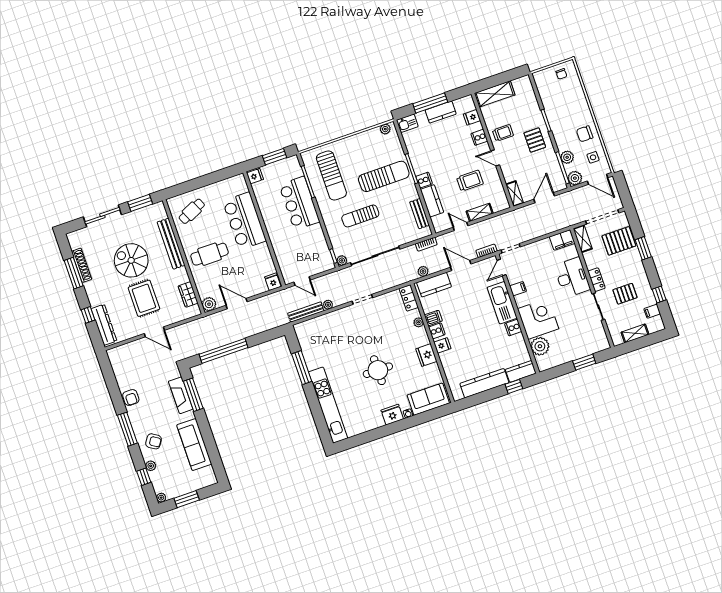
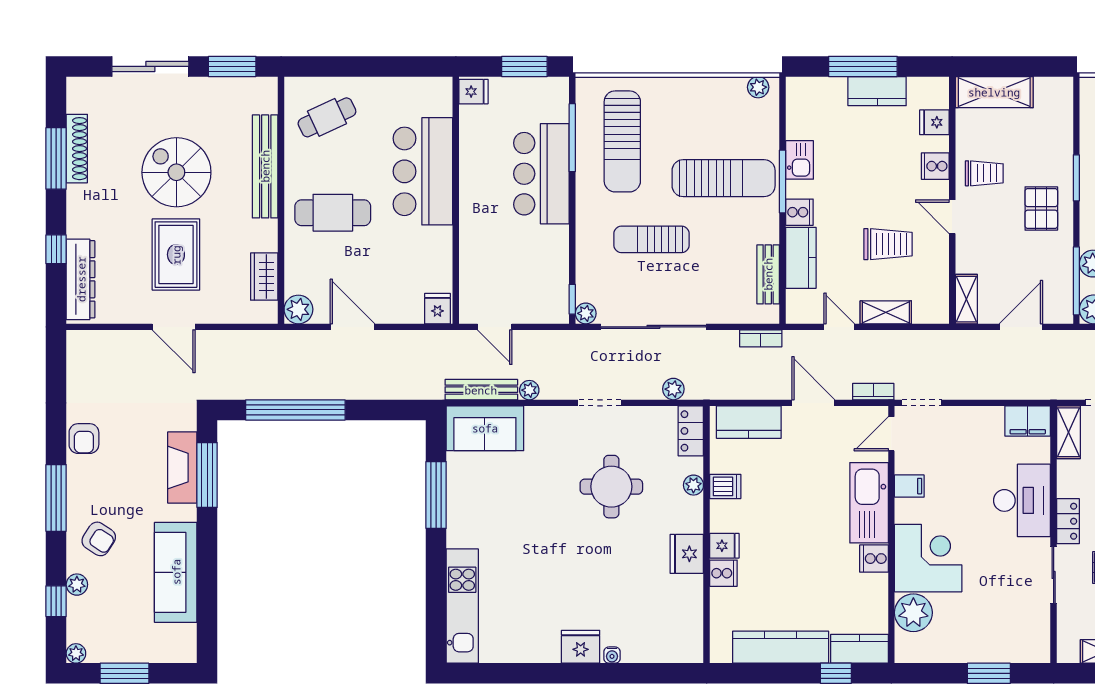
kitchen sink: (407, 123) -> (800, 160), moved, turned -90
plant: (423, 271) -> (673, 389), moved
cooker: (437, 331) -> (723, 573), moved
round table: (378, 370) -> (611, 487), moved
sofa: (428, 399) -> (485, 428), moved, turned 180
kitchen unit: (328, 405) -> (462, 606), width x0.73

